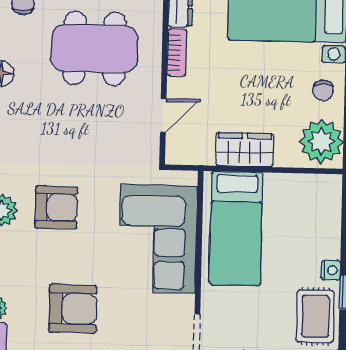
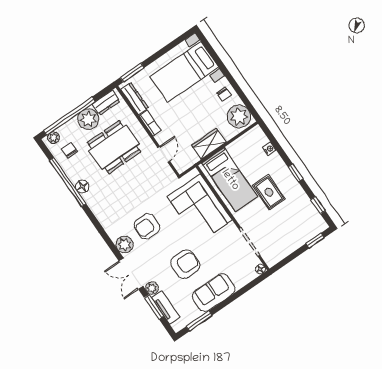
armchair: (56, 207) -> (147, 226), turned 180
nightstand: (331, 270) -> (269, 149), moved
rug: (315, 316) -> (269, 192), moved

